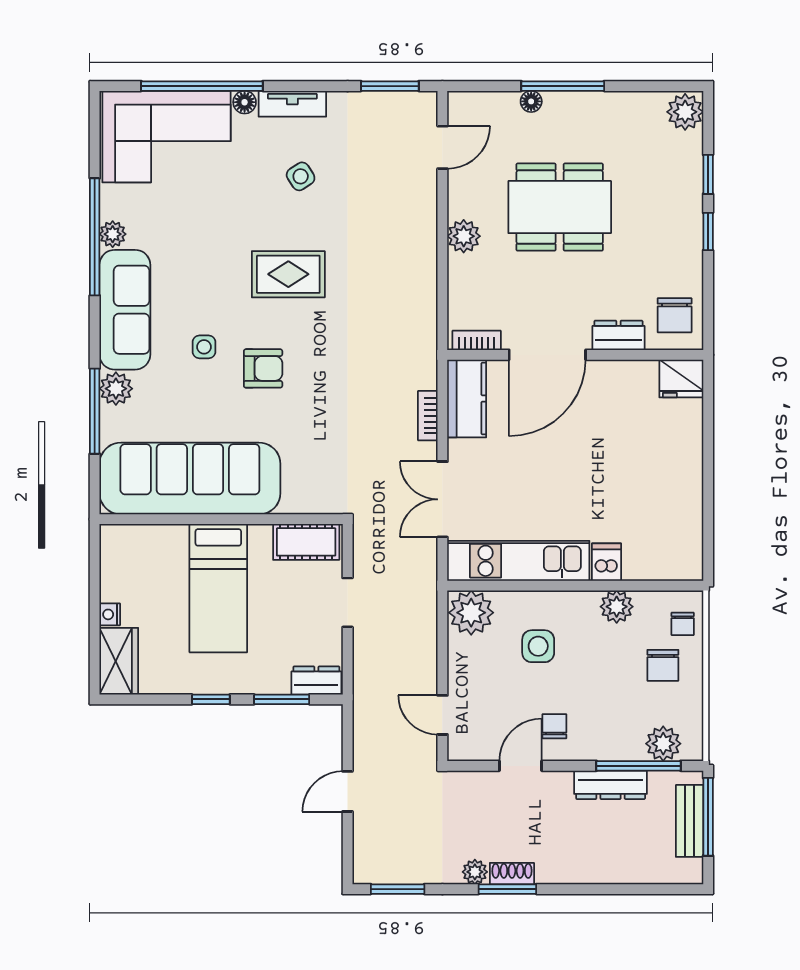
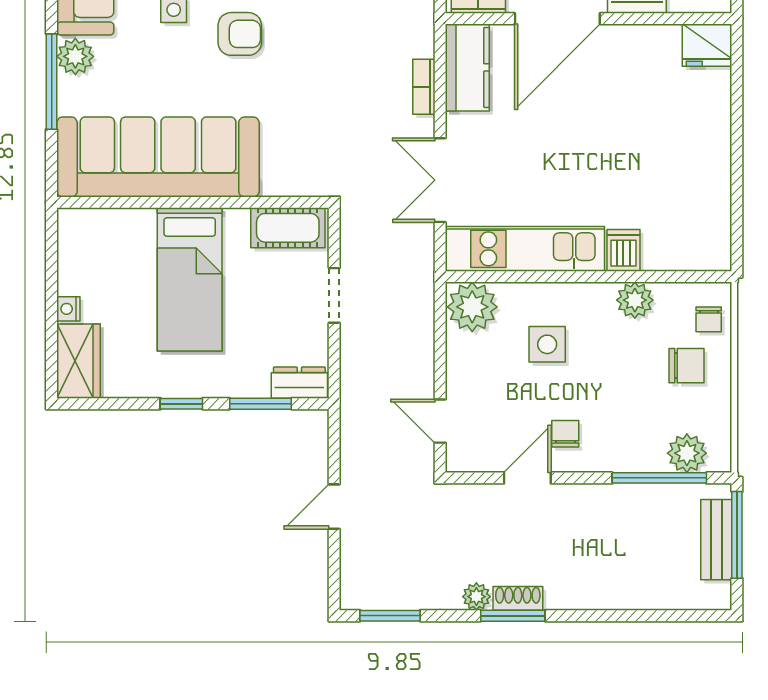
chair: (663, 665) -> (686, 366), turned -90
dresser: (611, 785) -> (628, 499), removed

